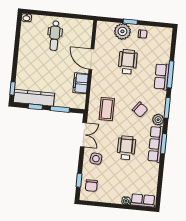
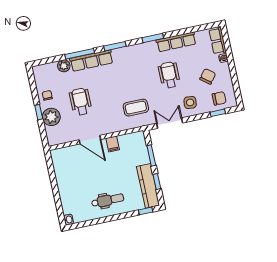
dental chair: (55, 36) -> (108, 200), moved
door: (91, 59) -> (90, 140), hinge flipped
wheelchair: (128, 62) -> (81, 102), turned 90
row of seats: (162, 77) -> (91, 61), width x1.48
filing cabinet: (81, 83) -> (113, 144), width x0.50
chair: (140, 110) -> (208, 76), moved
plant: (158, 120) -> (64, 66), moved
row of seats: (156, 144) -> (176, 42), moved
wheelchair: (126, 148) -> (169, 75), turned 90

